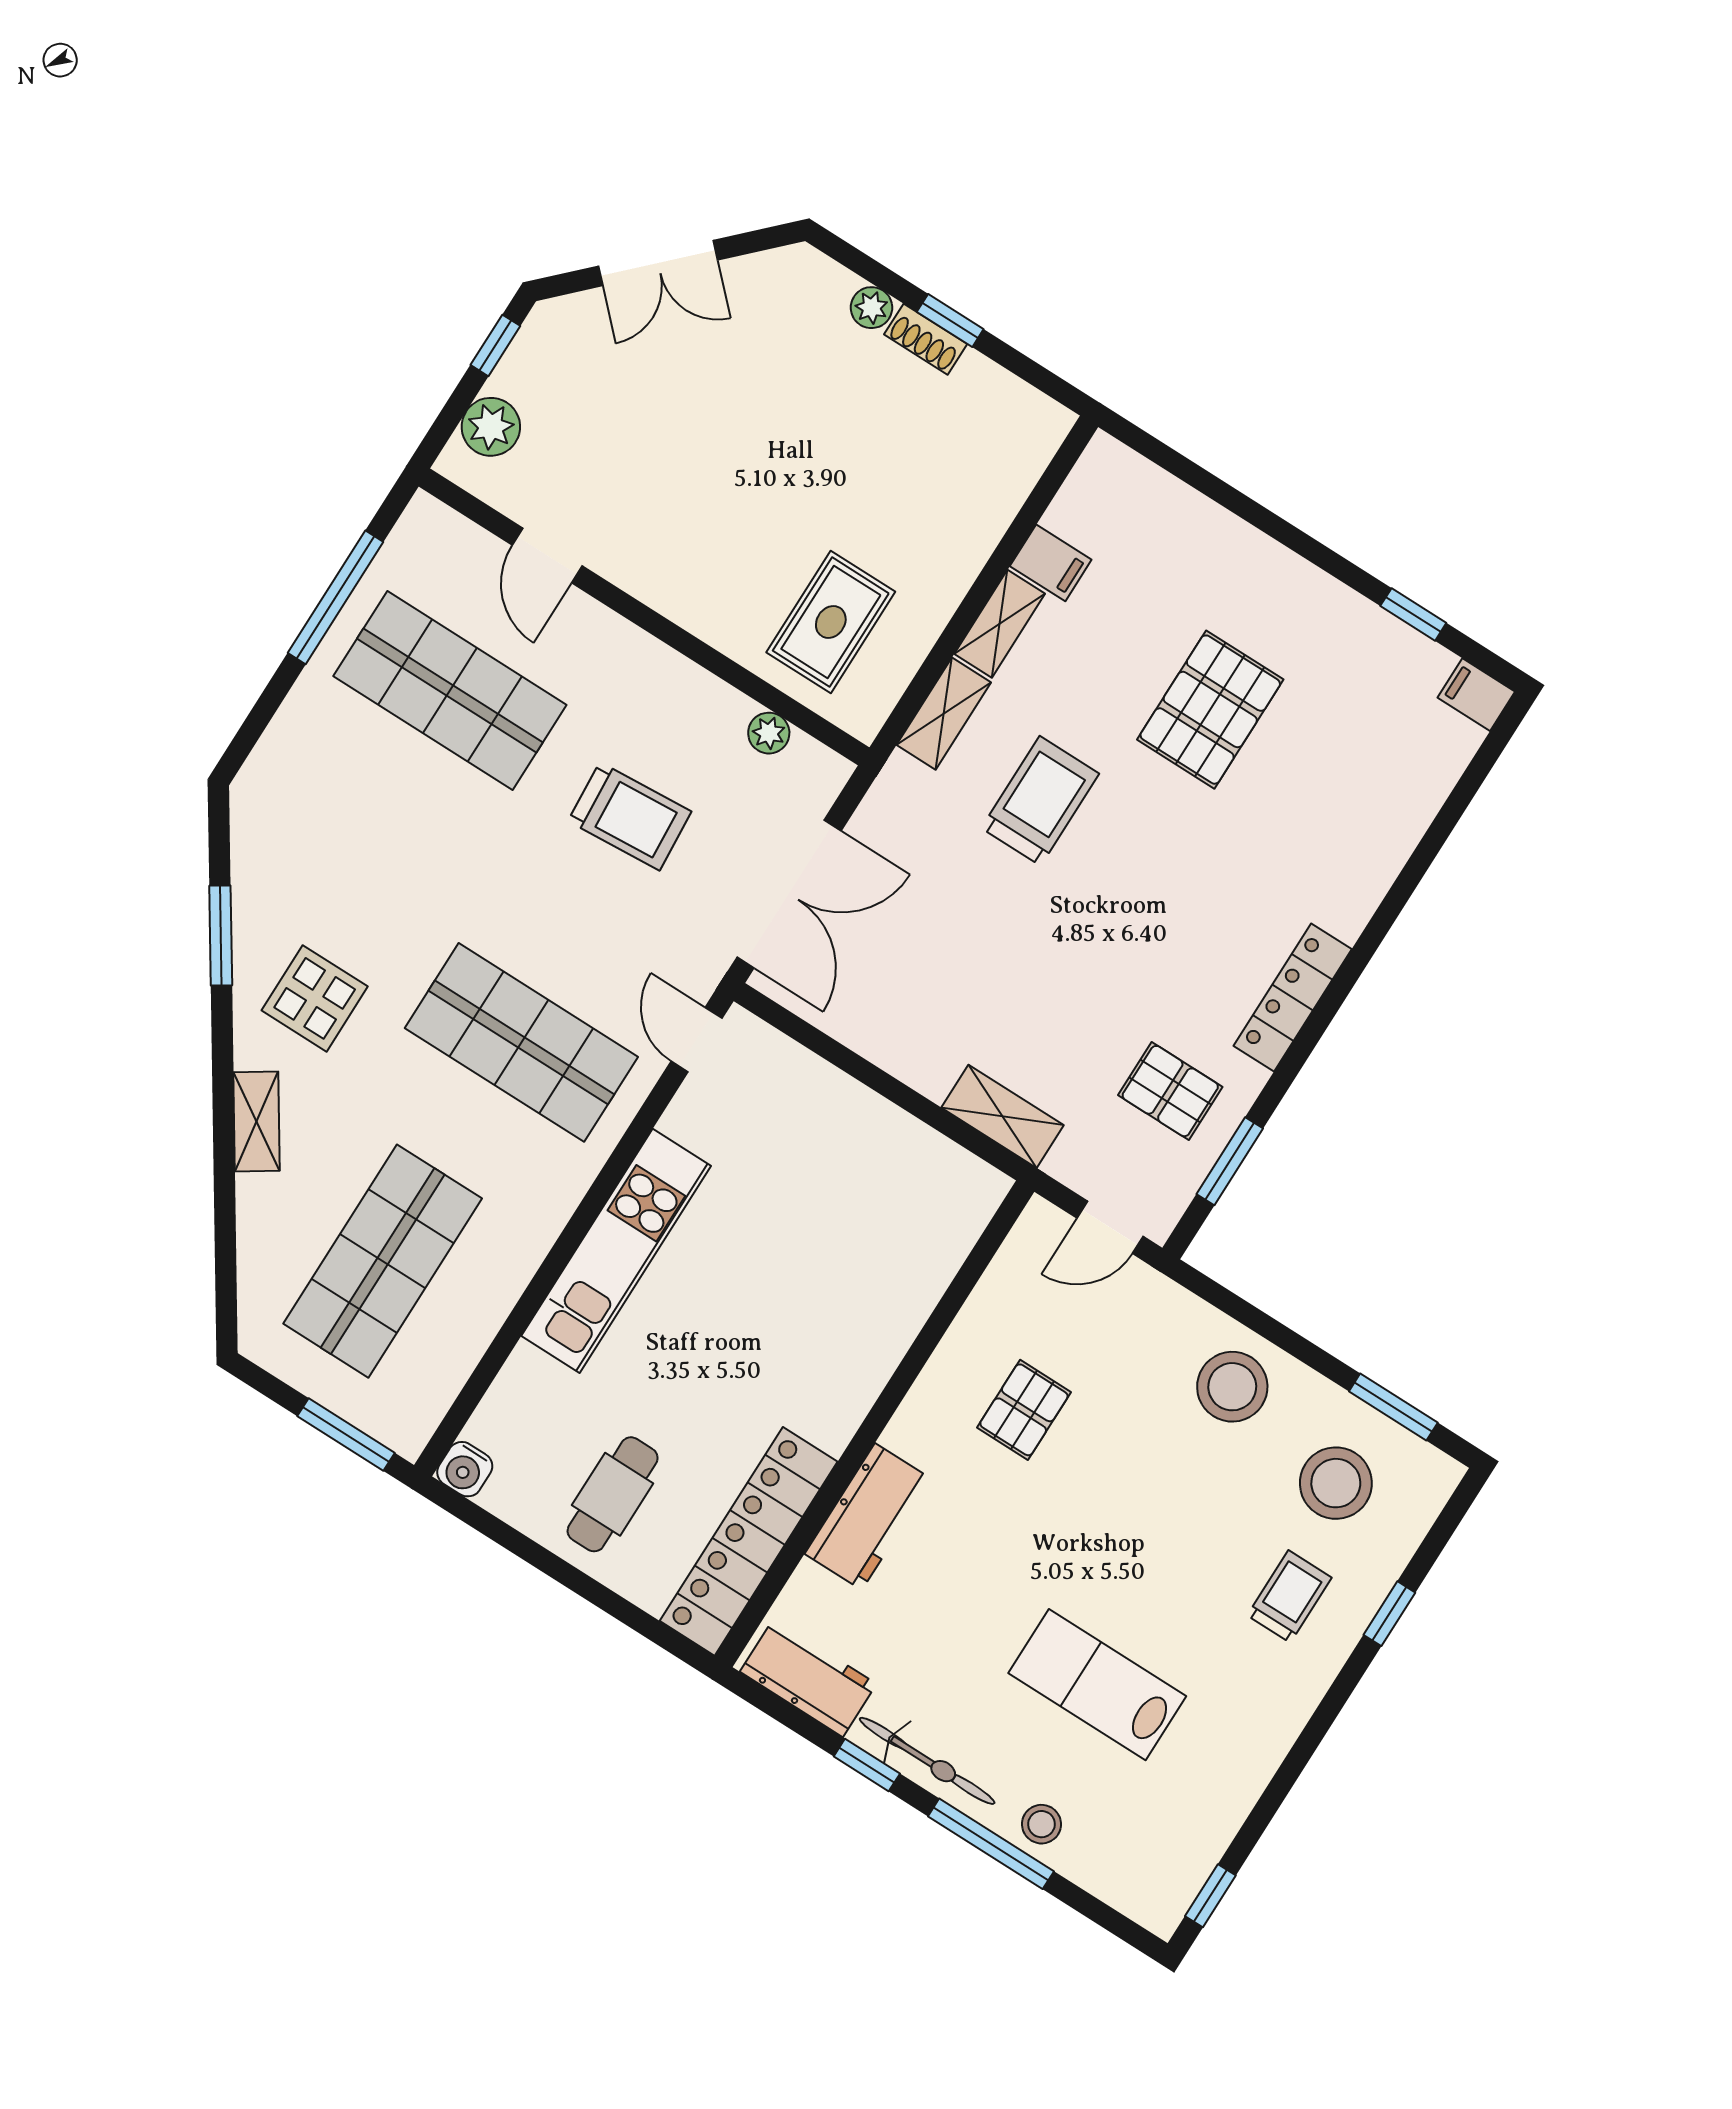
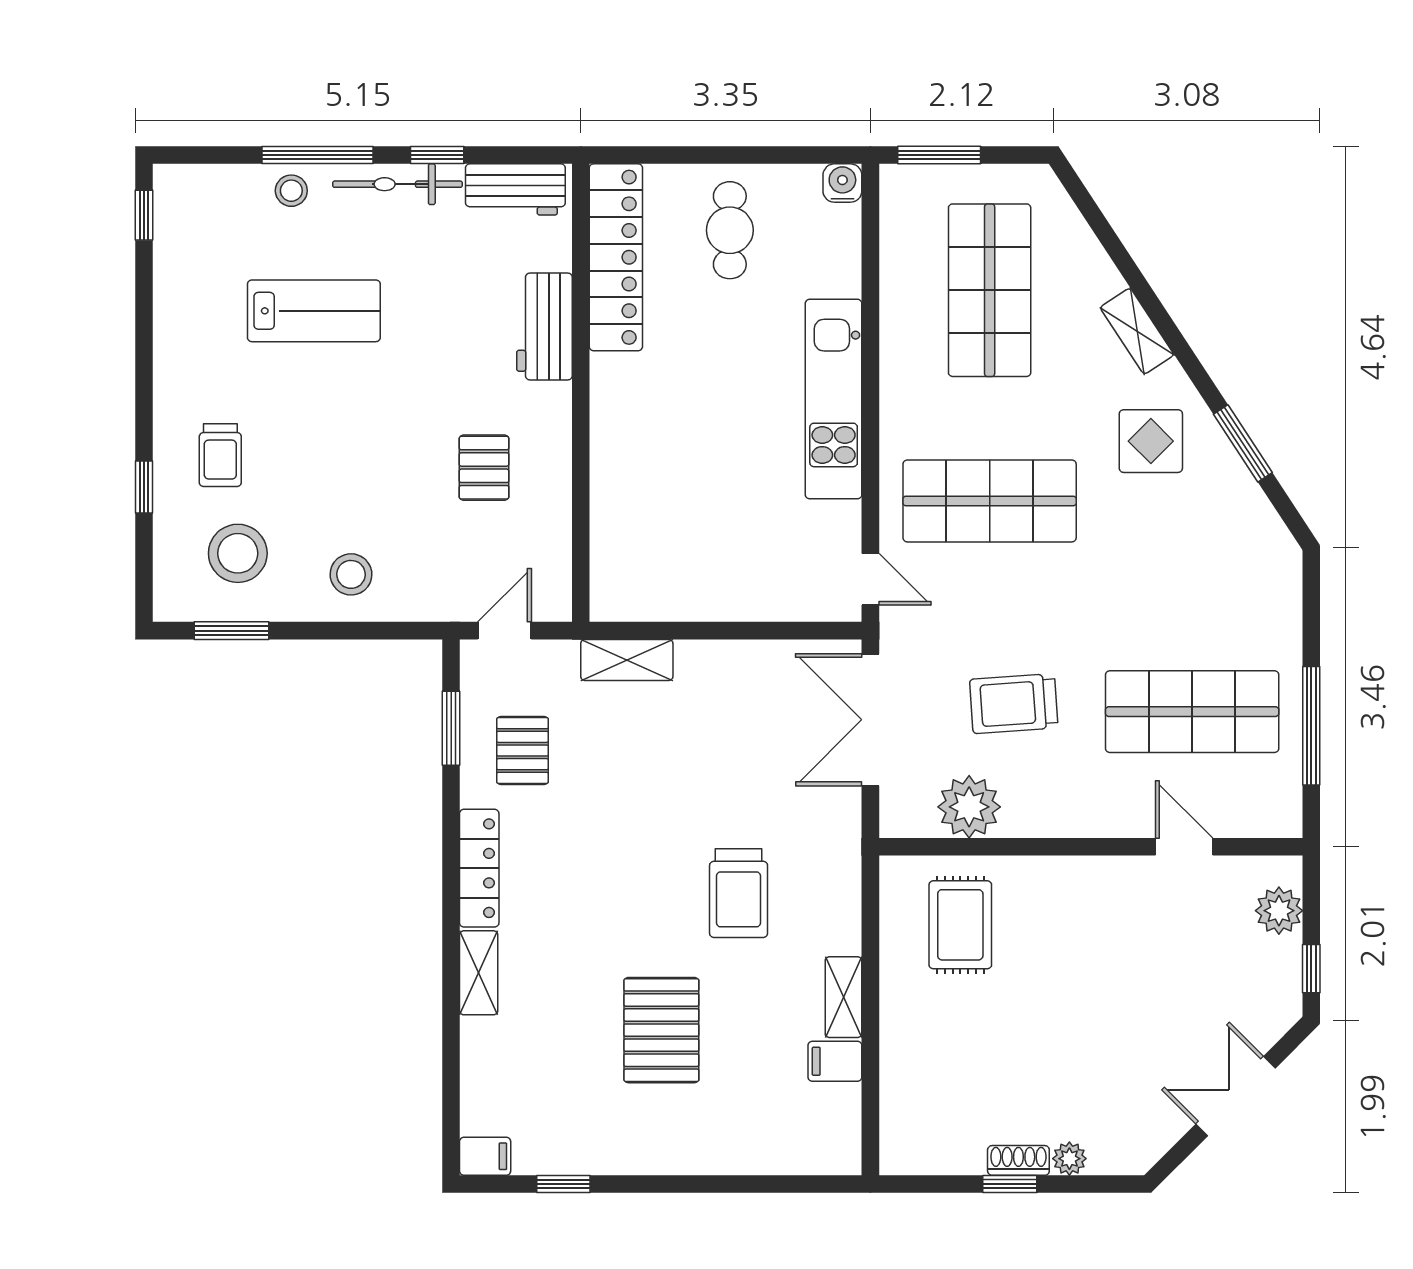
shelving: (944, 714) -> (479, 973), moved
plant: (769, 733) -> (969, 807), width x1.88, depth x1.88
pallet: (1170, 1091) -> (522, 750), turned 90
stool: (1232, 1387) -> (351, 574), width x0.73, depth x0.73

